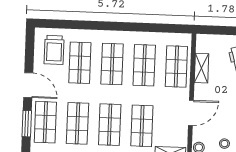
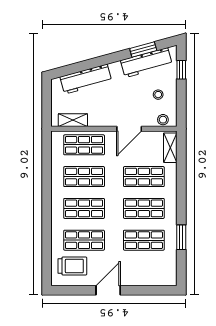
shelving: (201, 68) -> (73, 120), moved
door: (191, 113) -> (129, 129), swing flipped
shop shelf: (45, 122) -> (144, 272), removed
window: (27, 124) -> (146, 290), removed

